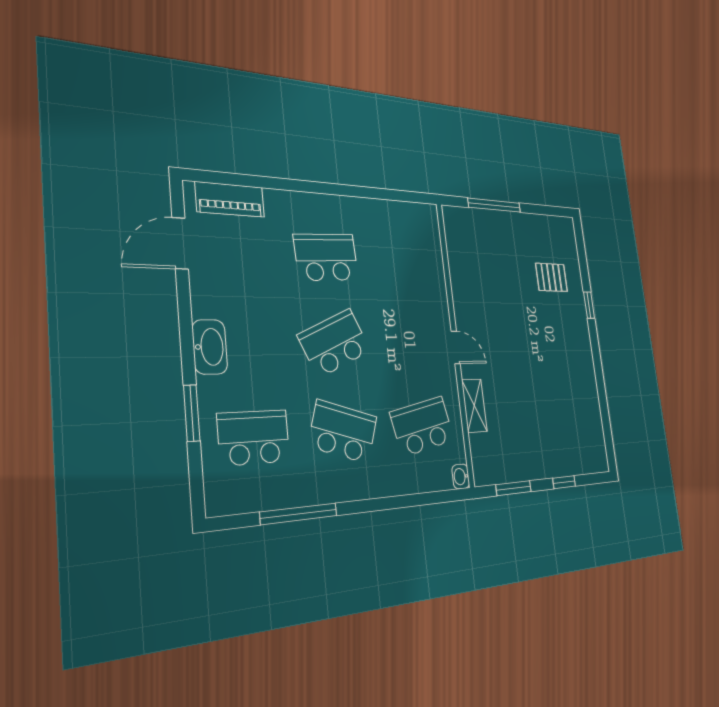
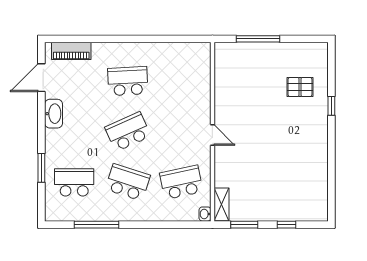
washbasin: (210, 347) -> (54, 114), moved
shelving: (474, 406) -> (222, 204), moved

